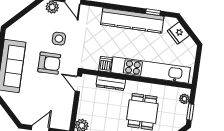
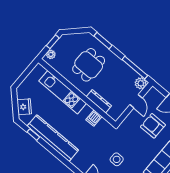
armchair: (49, 63) -> (153, 126), moved
kitchen unit: (151, 70) -> (63, 92), width x0.73
door: (78, 84) -> (136, 101), moved

